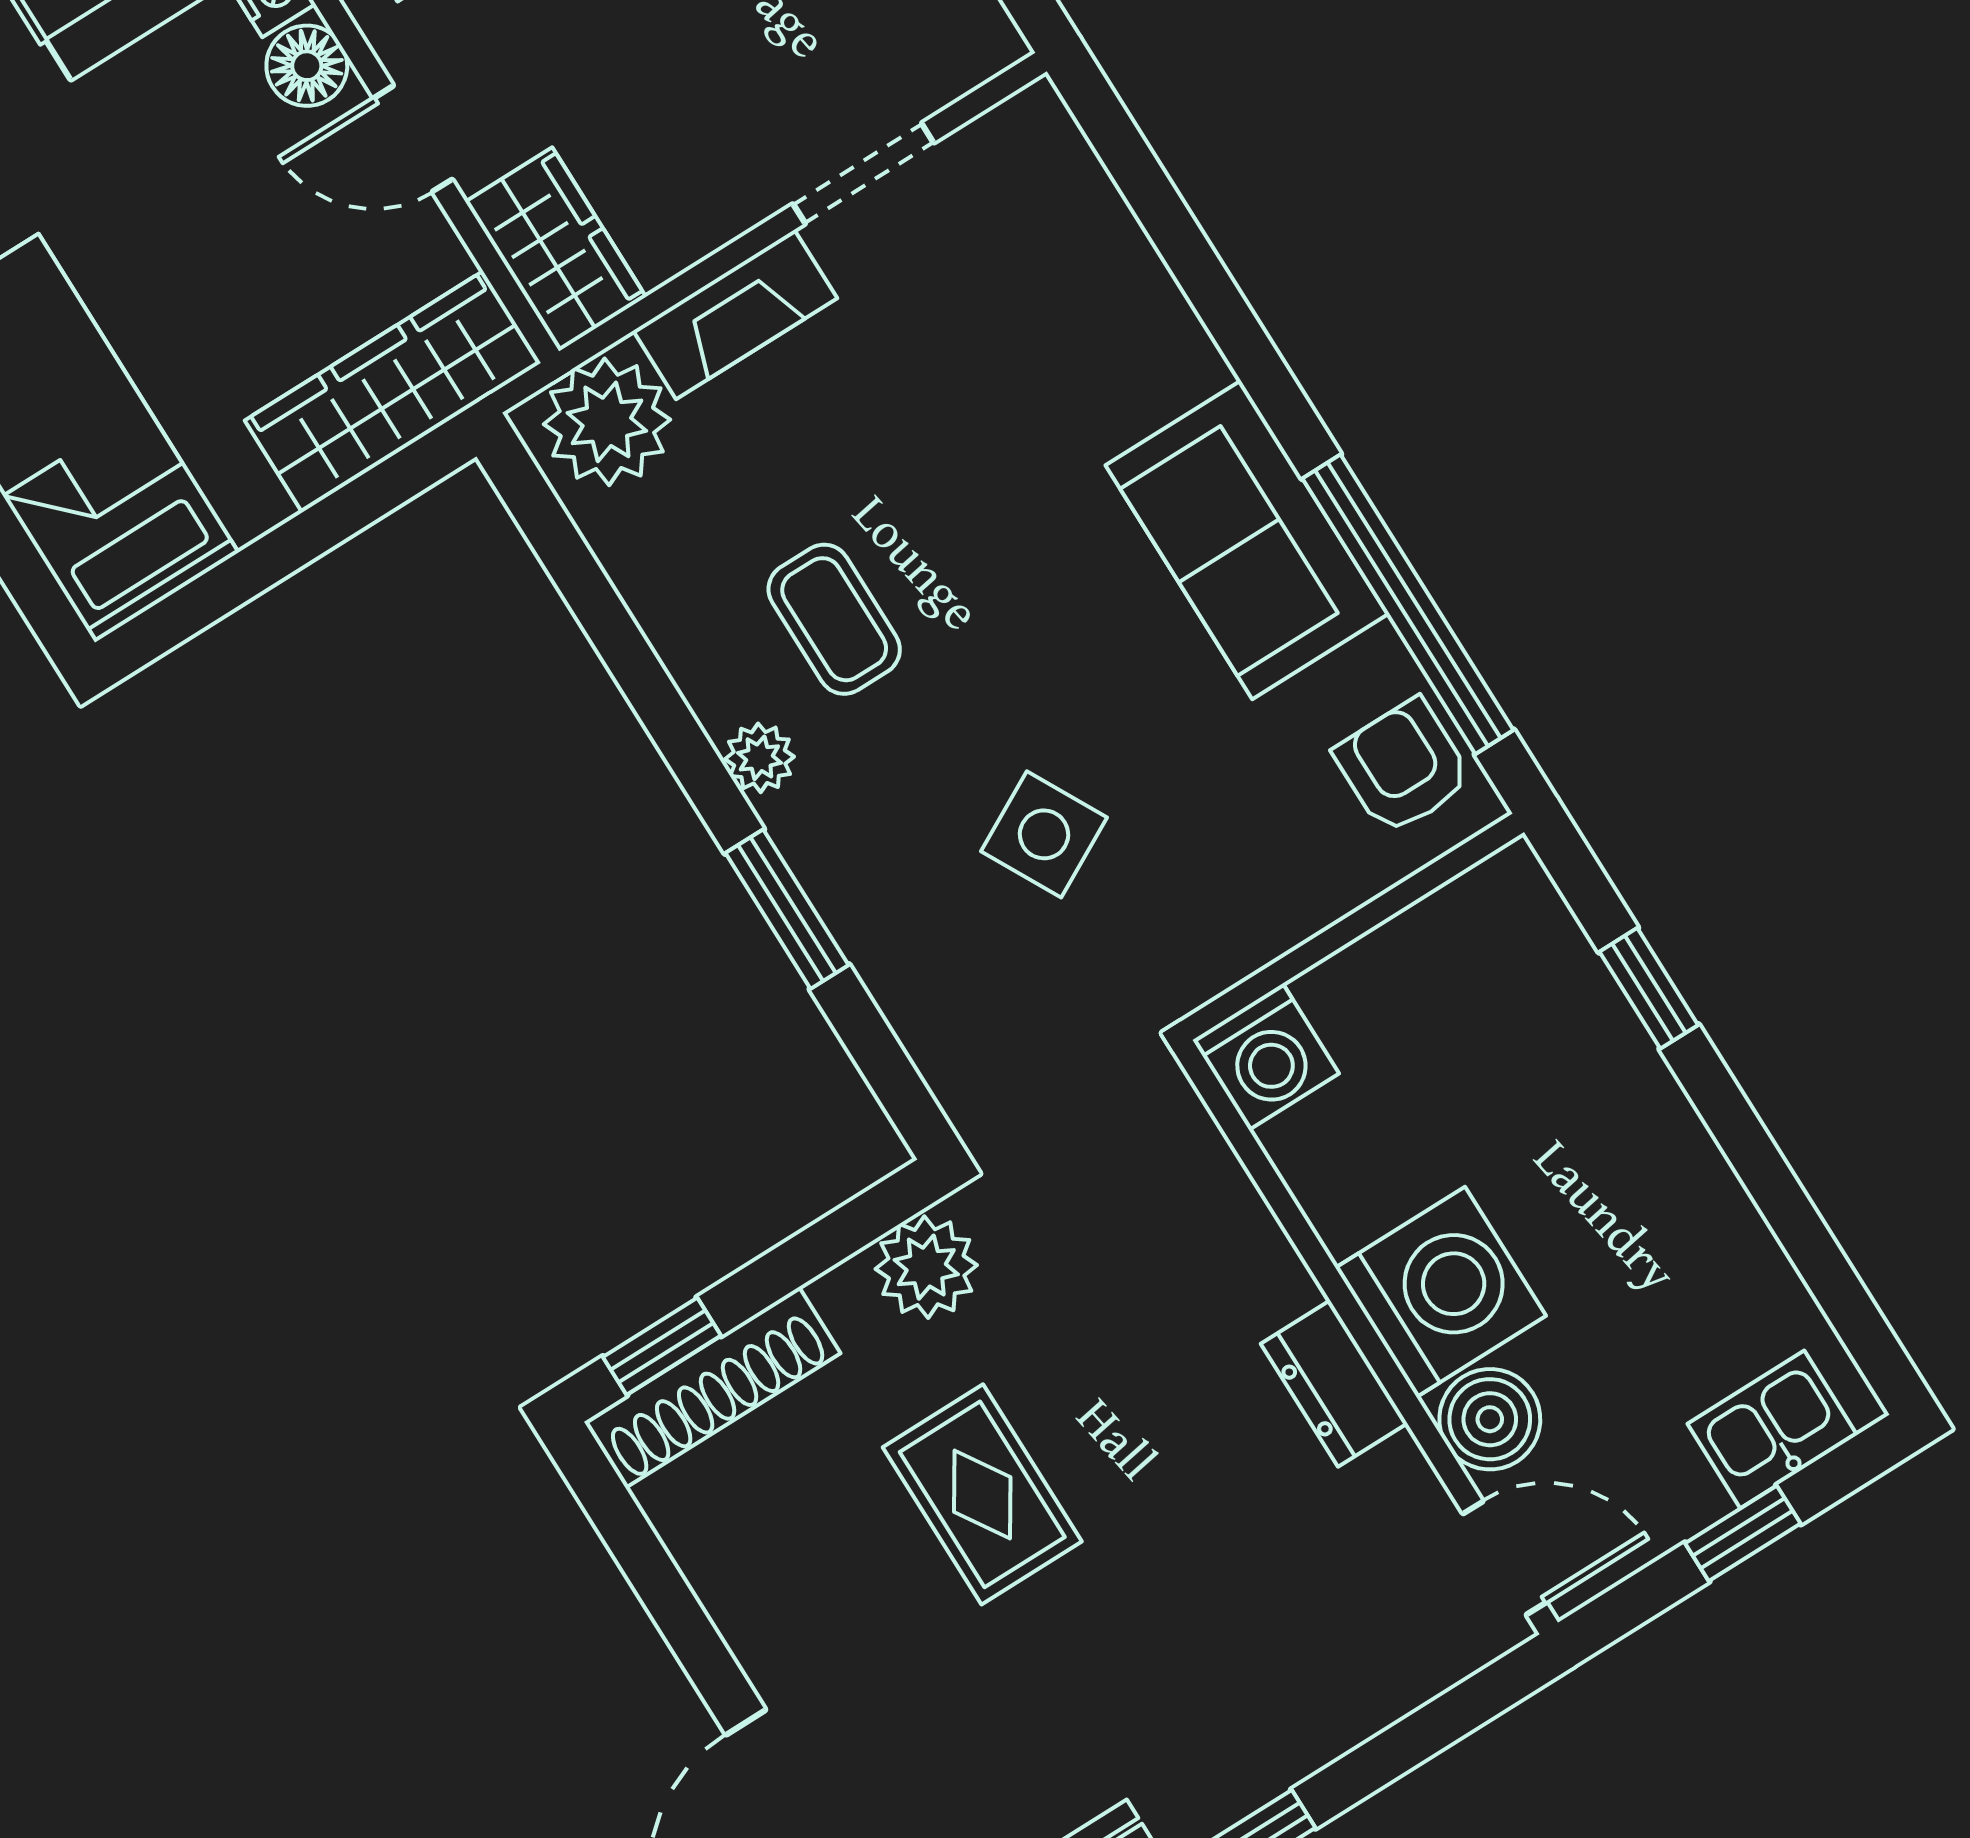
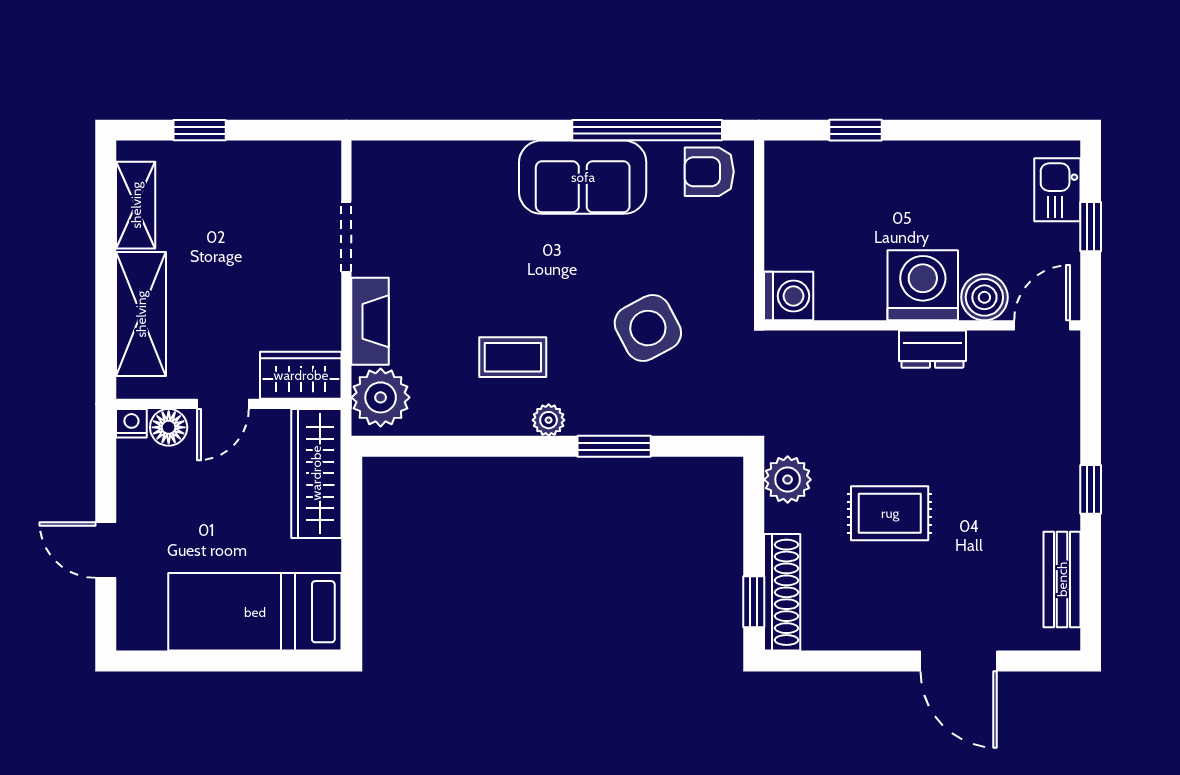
side table: (1044, 834) -> (648, 328), width x1.37, depth x1.37

